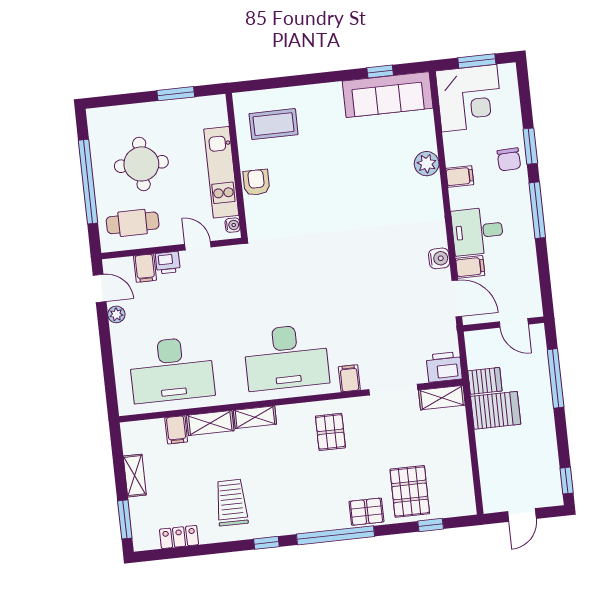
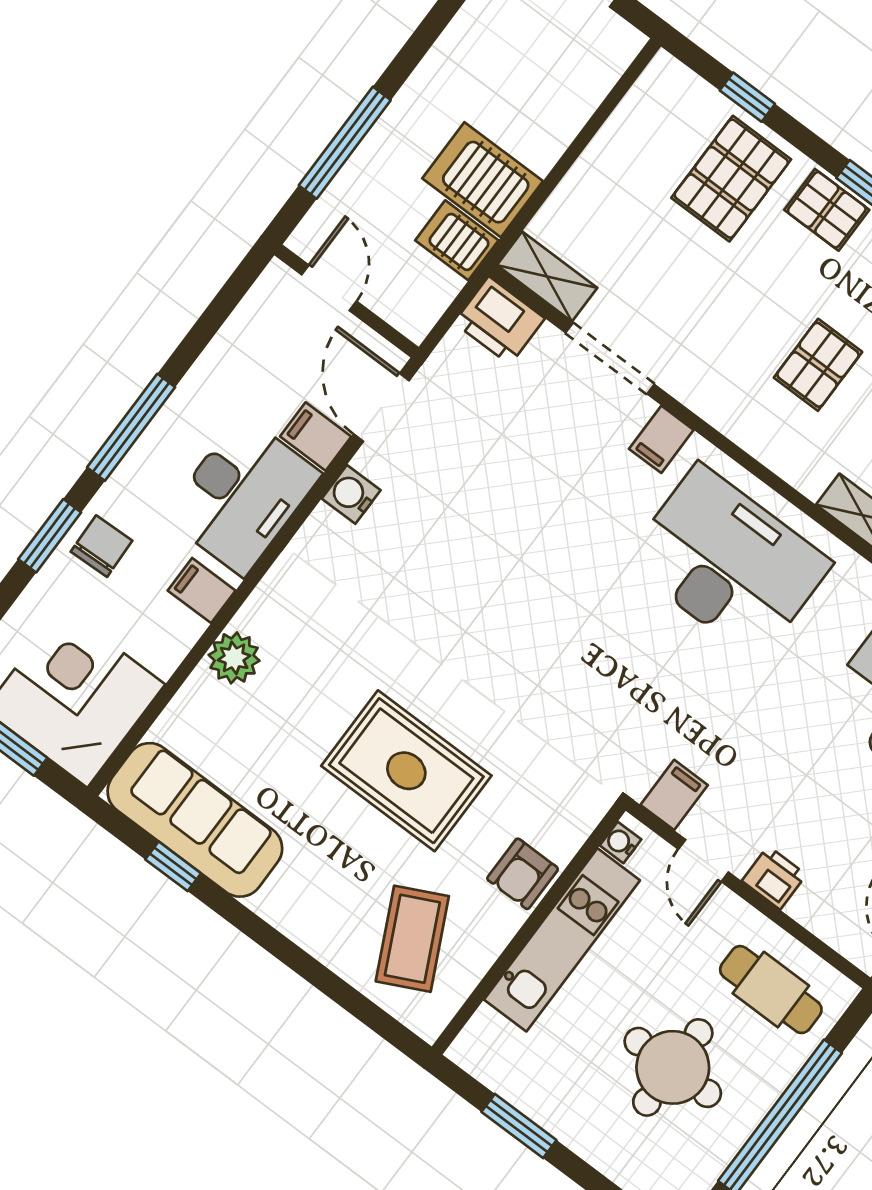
coffee table: (274, 124) -> (412, 939), turned 64
rug: (330, 180) -> (406, 771), added
desk: (477, 231) -> (242, 495), width x1.37
filing cabinet: (145, 268) -> (674, 795), moved
pallet: (330, 432) -> (818, 365), moved

